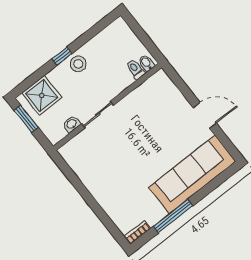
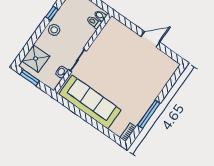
window: (62, 56) -> (52, 13), moved
sofa: (192, 174) -> (90, 102), moved, turned 90

